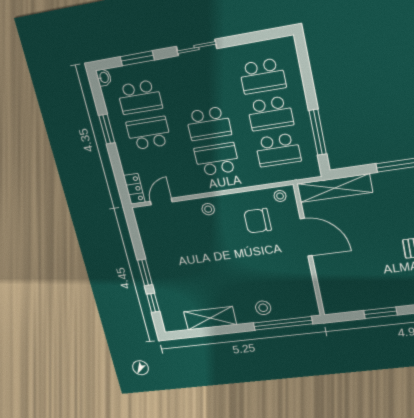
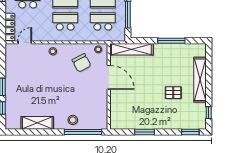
school desk: (278, 150) -> (103, 21), turned 180
locker: (134, 189) -> (10, 27), width x1.53
chair: (258, 221) -> (81, 63), turned -118

